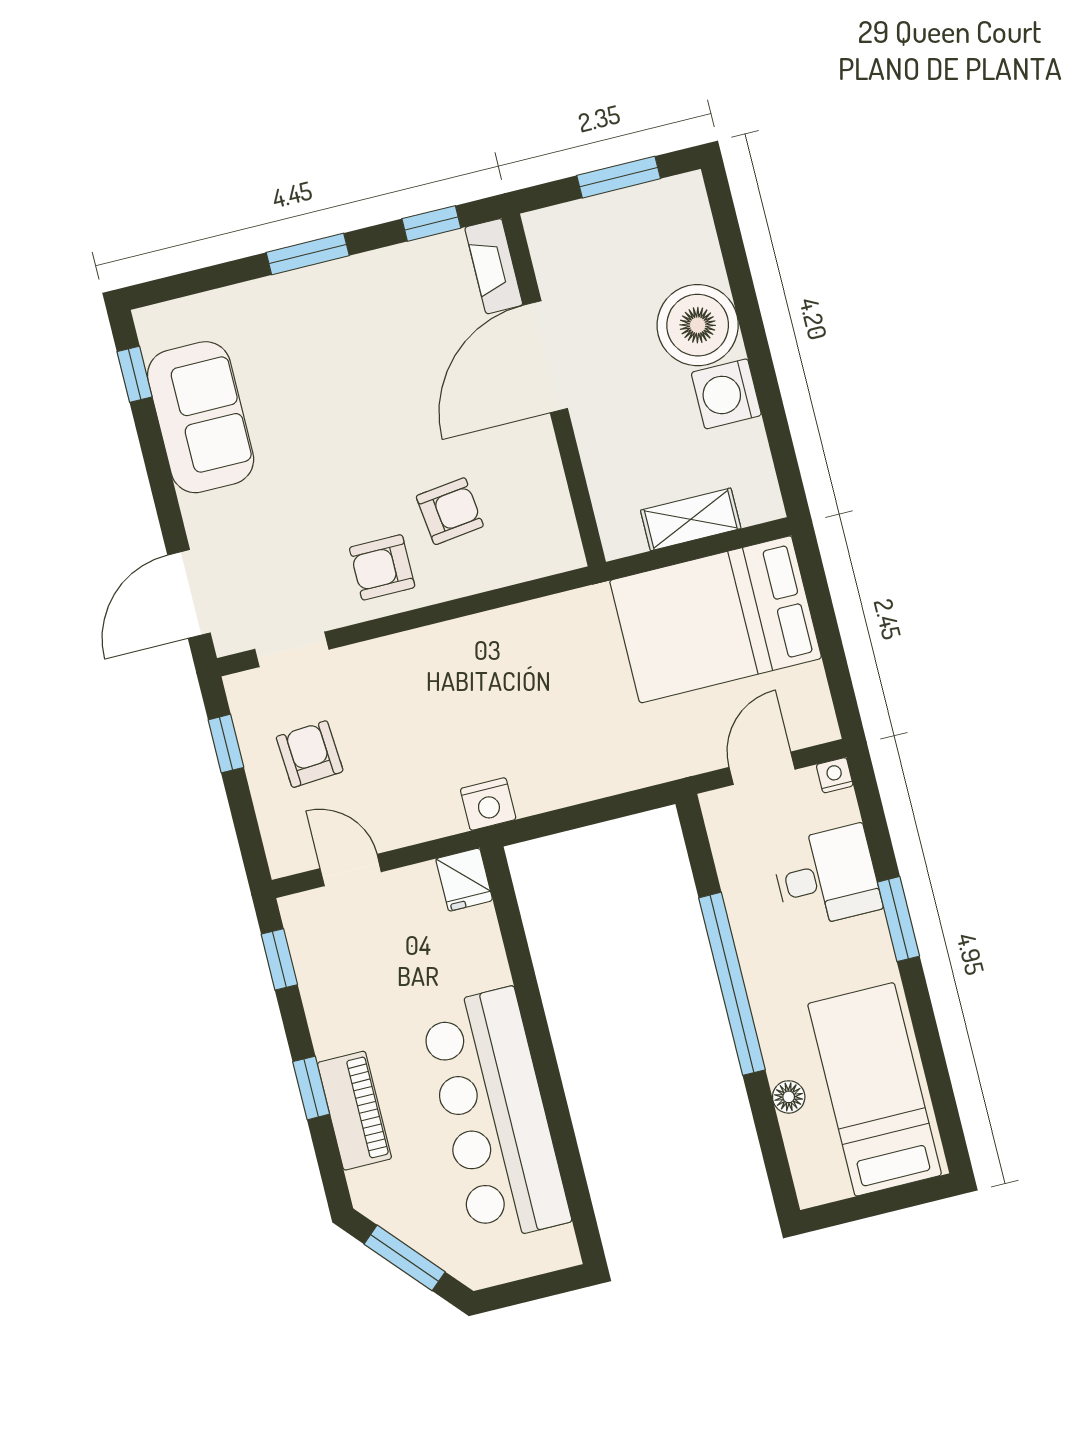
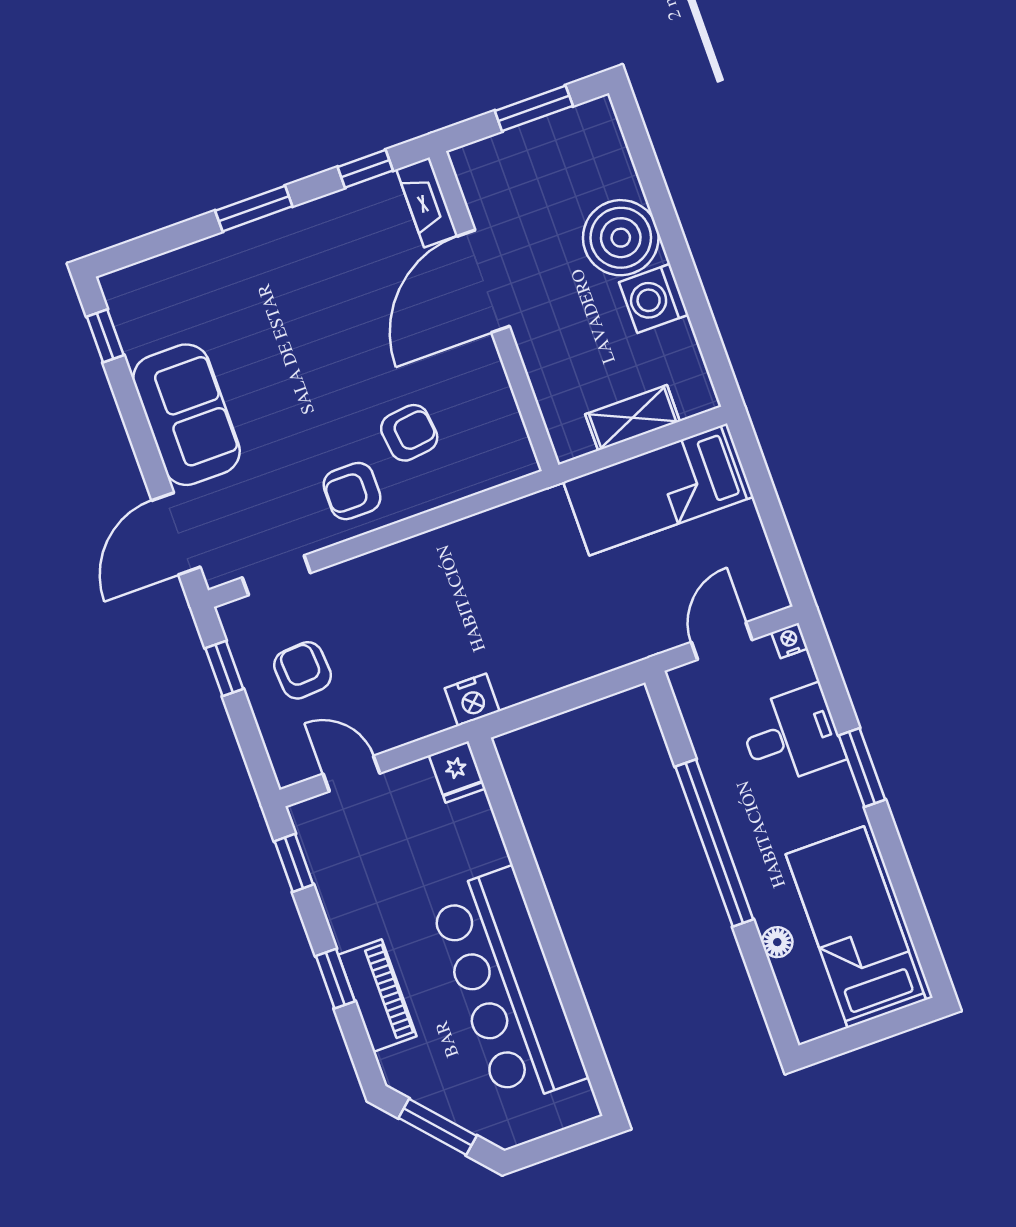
sofa: (201, 417) -> (186, 415), moved
bed: (716, 619) -> (658, 489), width x0.67

